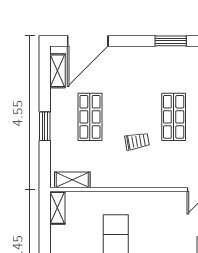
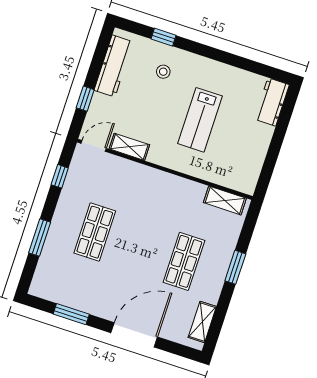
door: (88, 41) -> (134, 335), moved
trolley: (137, 141) -> (142, 219), removed
shelving: (57, 208) -> (129, 147), moved, turned 90

